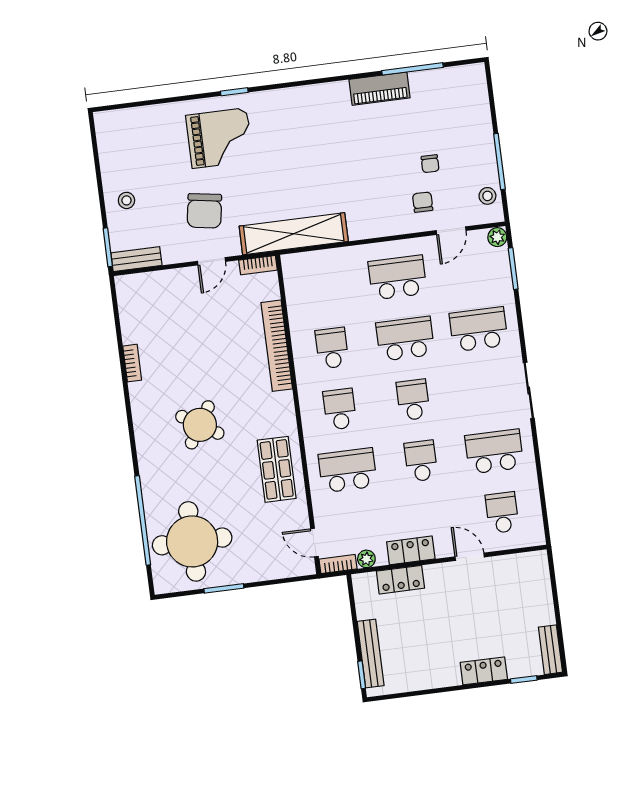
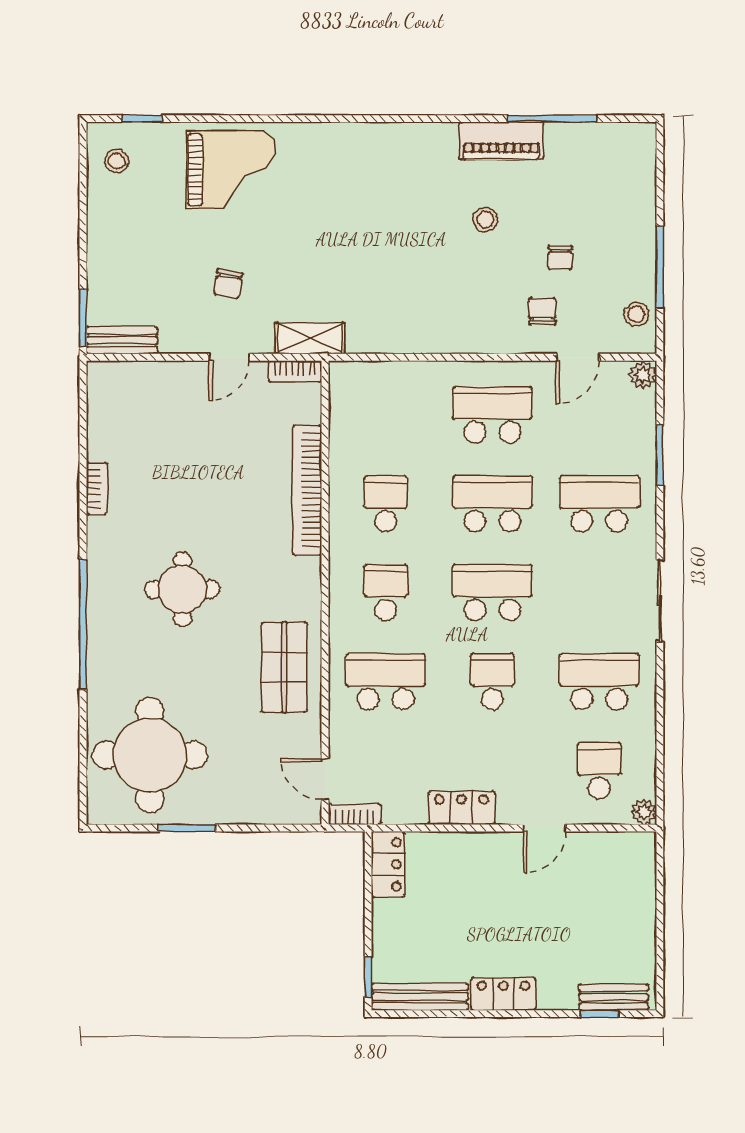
window: (234, 92) -> (142, 119), moved
grand piano: (220, 138) -> (231, 170), moved
stool: (375, 144) -> (485, 220), added
stool: (126, 200) -> (117, 161), moved
chair: (204, 211) -> (228, 284), width x0.54, depth x0.54
shelving: (294, 234) -> (310, 338), width x0.45, depth x0.75
window: (513, 269) -> (660, 455), moved
school desk: (413, 400) -> (492, 593), width x1.85
round table: (200, 425) -> (182, 589), turned -32
window: (143, 520) -> (83, 624), moved
door: (470, 557) -> (545, 828), swing flipped
plant: (366, 559) -> (644, 812), moved
locker: (400, 580) -> (388, 864), moved, turned -90
bench: (550, 650) -> (614, 997), moved, turned 90
bench: (371, 654) -> (420, 997), moved, turned 90
locker: (484, 671) -> (503, 994), moved

